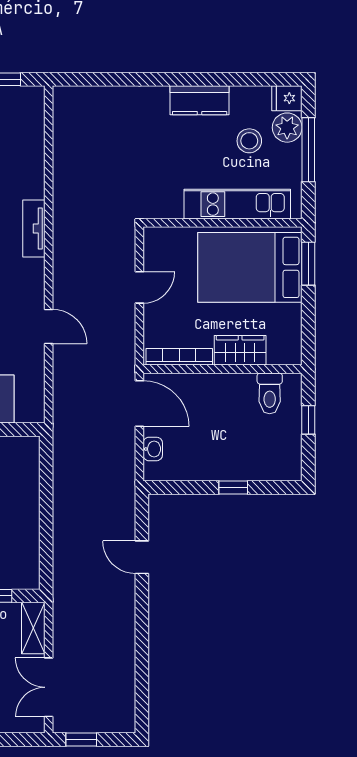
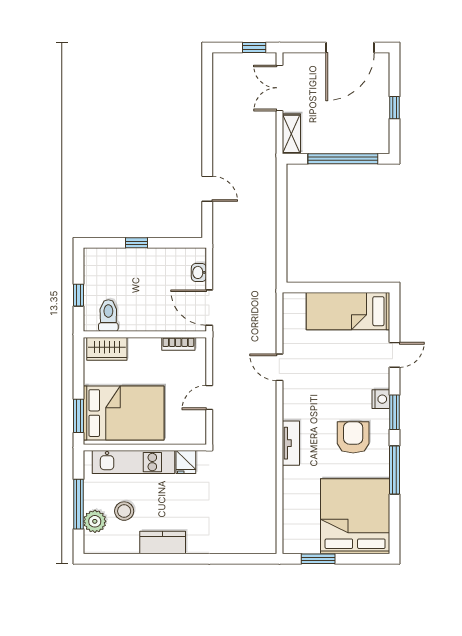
fridge: (287, 98) -> (186, 462), moved, turned 90
wardrobe: (240, 350) -> (107, 349), moved
bookcase: (179, 357) -> (178, 344), width x0.64
double door: (49, 687) -> (279, 88), swing flipped

